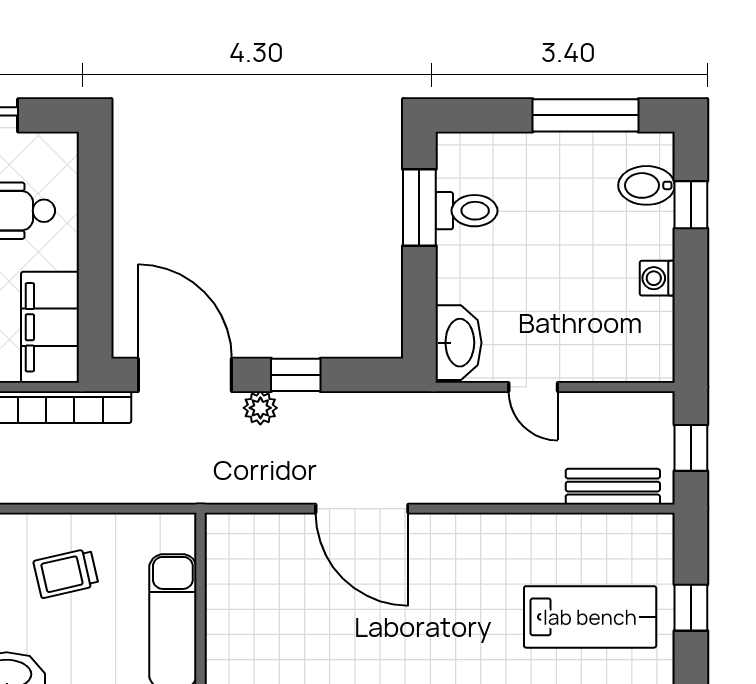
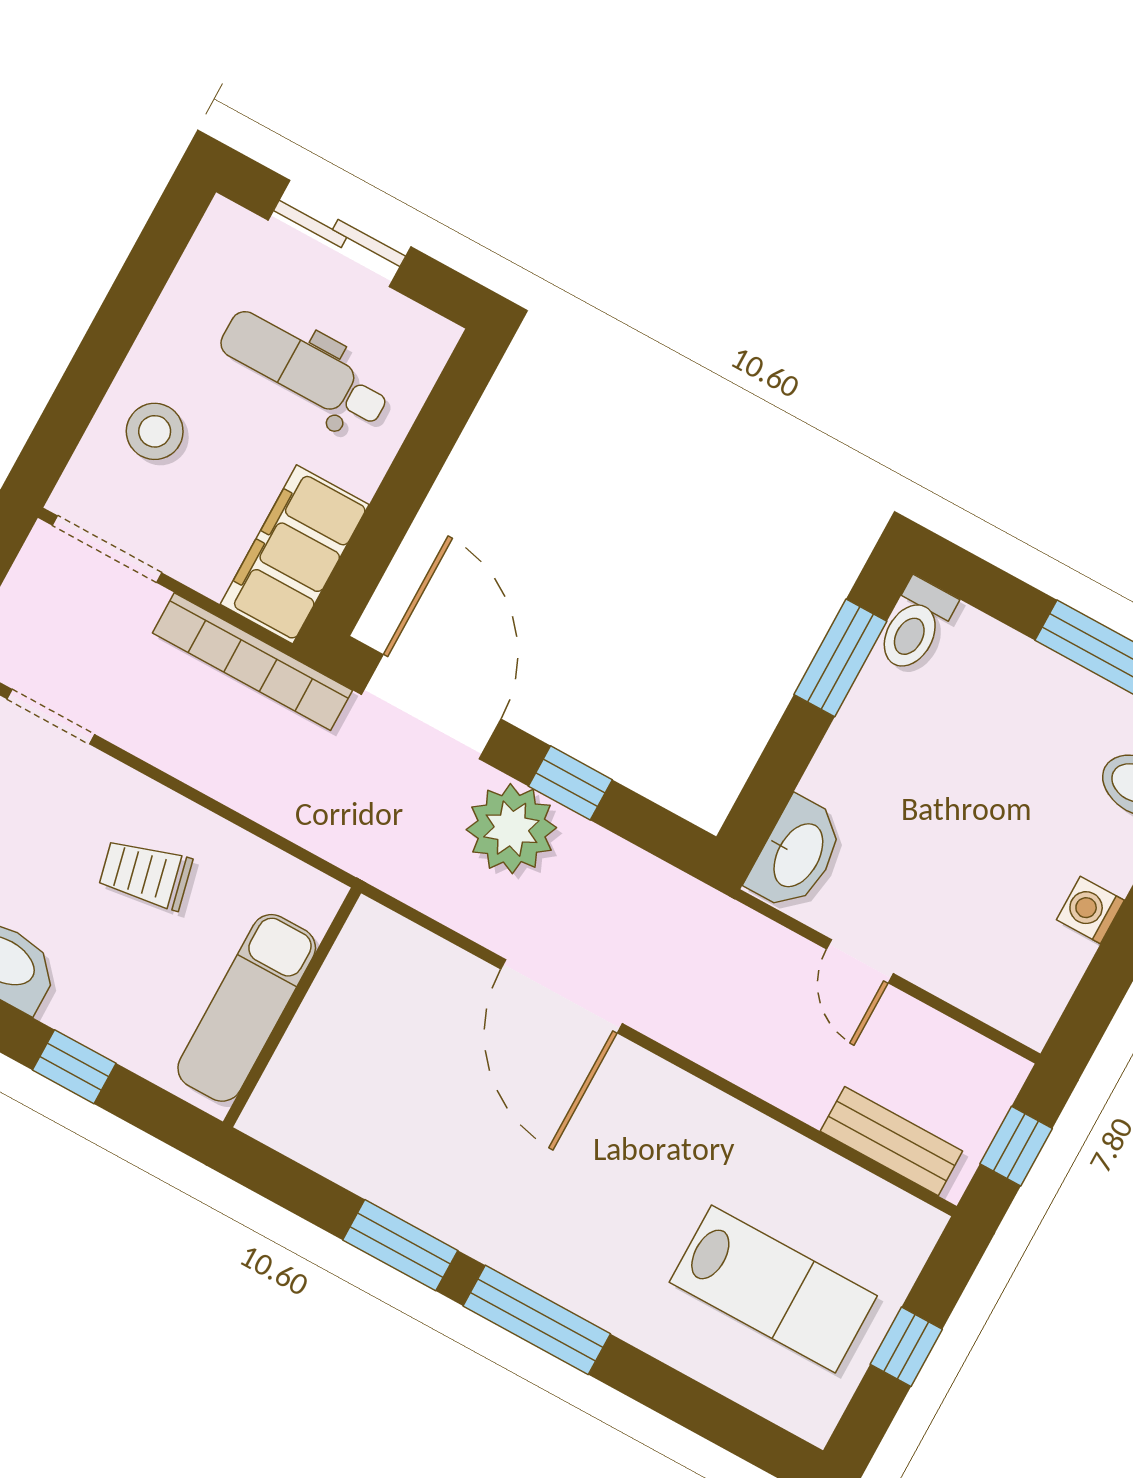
toilet: (466, 211) -> (915, 625), moved, turned 90
plant: (260, 408) -> (511, 829), width x1.88, depth x1.88

